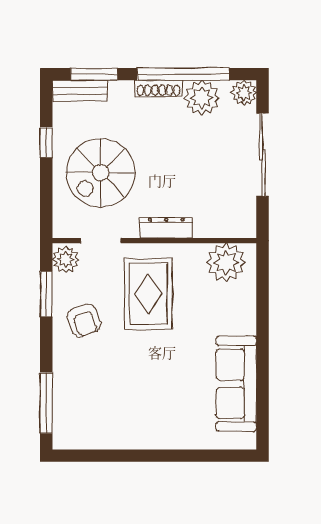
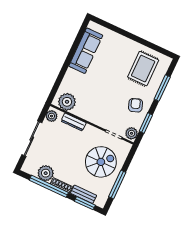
bench: (80, 91) -> (83, 194), moved
plant: (244, 93) -> (52, 116), moved
window: (46, 142) -> (117, 184), width x2.17
dresser: (166, 228) -> (74, 122), moved
rug: (148, 294) -> (143, 69), moved
window: (46, 403) -> (162, 88), moved

